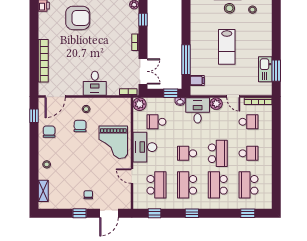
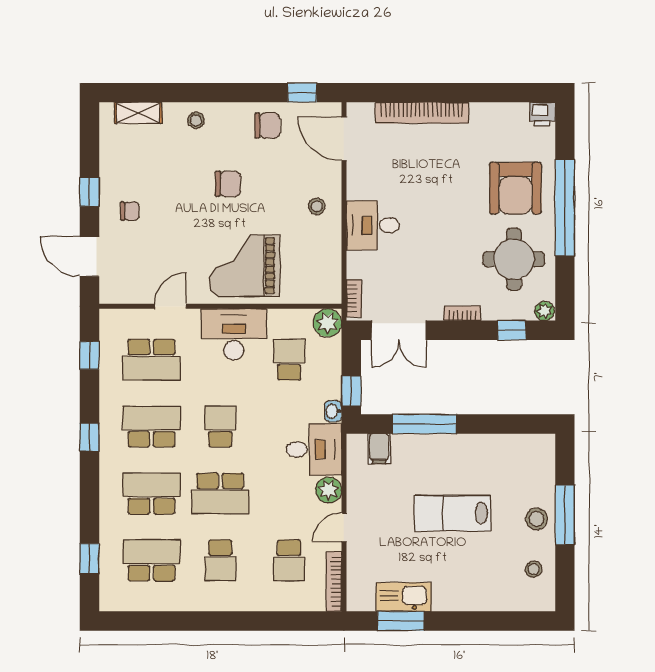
round table: (110, 19) -> (514, 259), added
chair: (80, 126) -> (228, 184), moved

